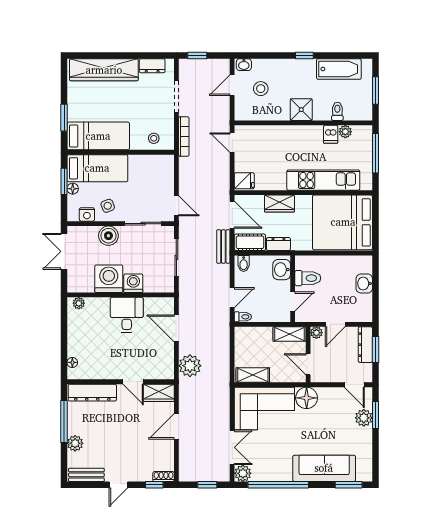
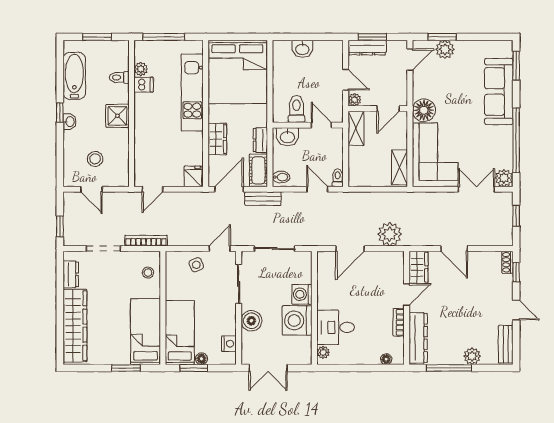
washbasin: (244, 65) -> (70, 122), moved
side table: (108, 206) -> (196, 265), moved
desk: (127, 315) -> (336, 327), moved
bookcase: (107, 374) -> (399, 322), added

